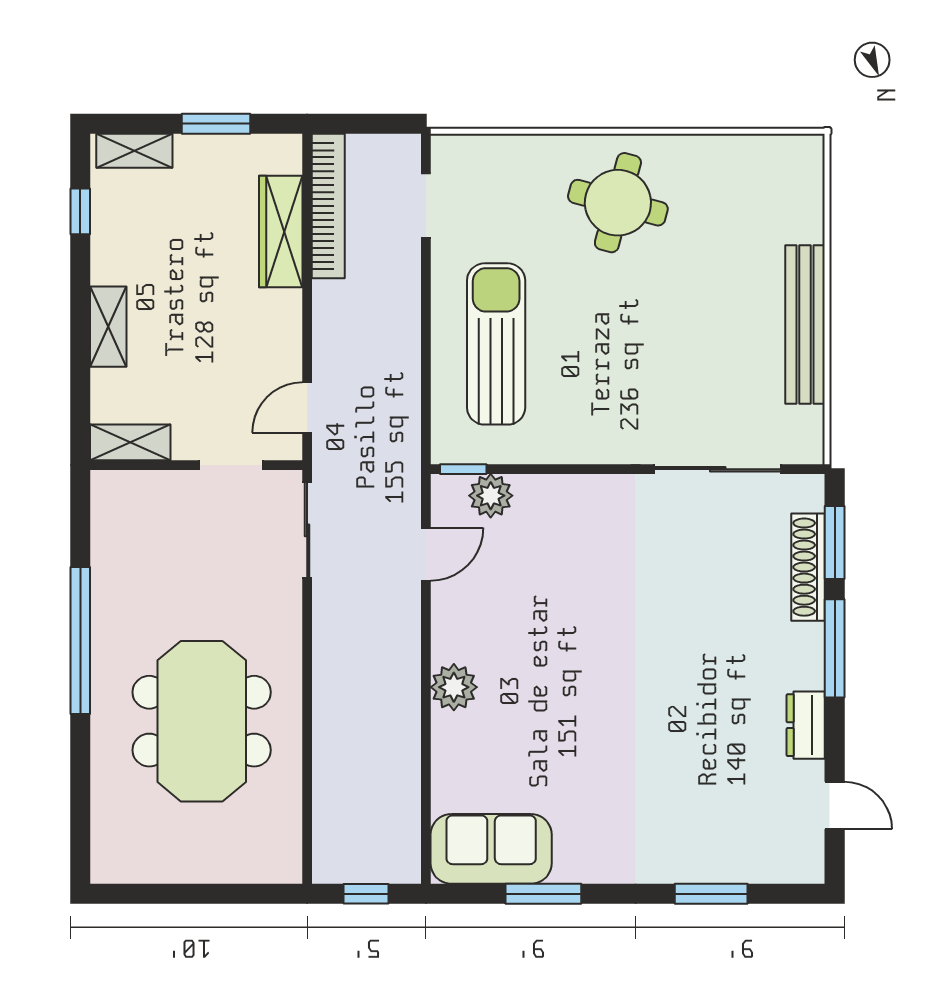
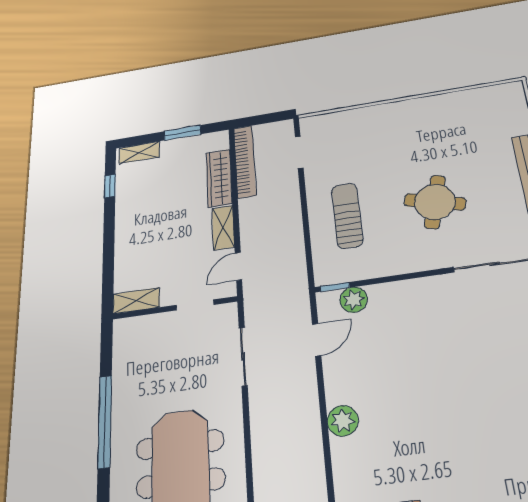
round table: (618, 203) -> (435, 202), moved
shelving: (108, 327) -> (223, 228), moved
sun lounger: (496, 344) -> (347, 216), width x0.73, depth x0.75
sliding door: (307, 530) -> (243, 356), moved

